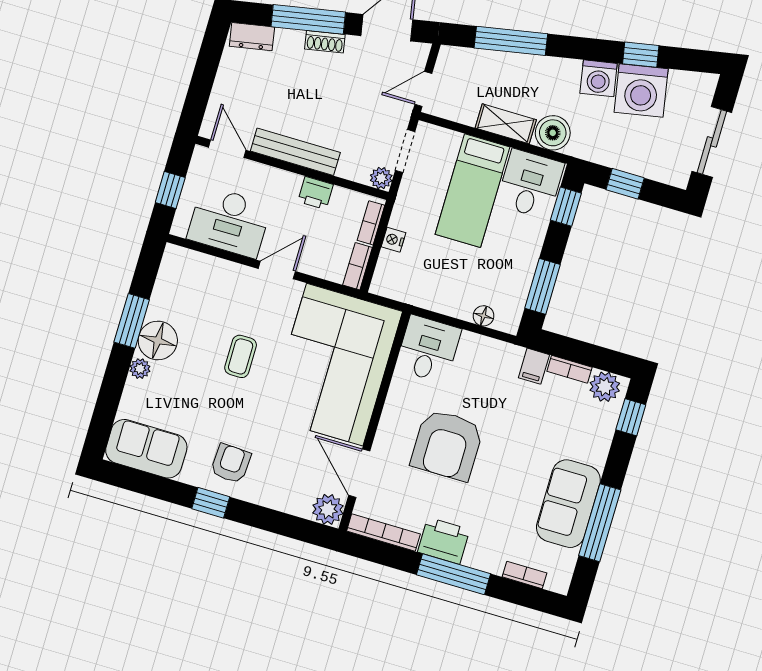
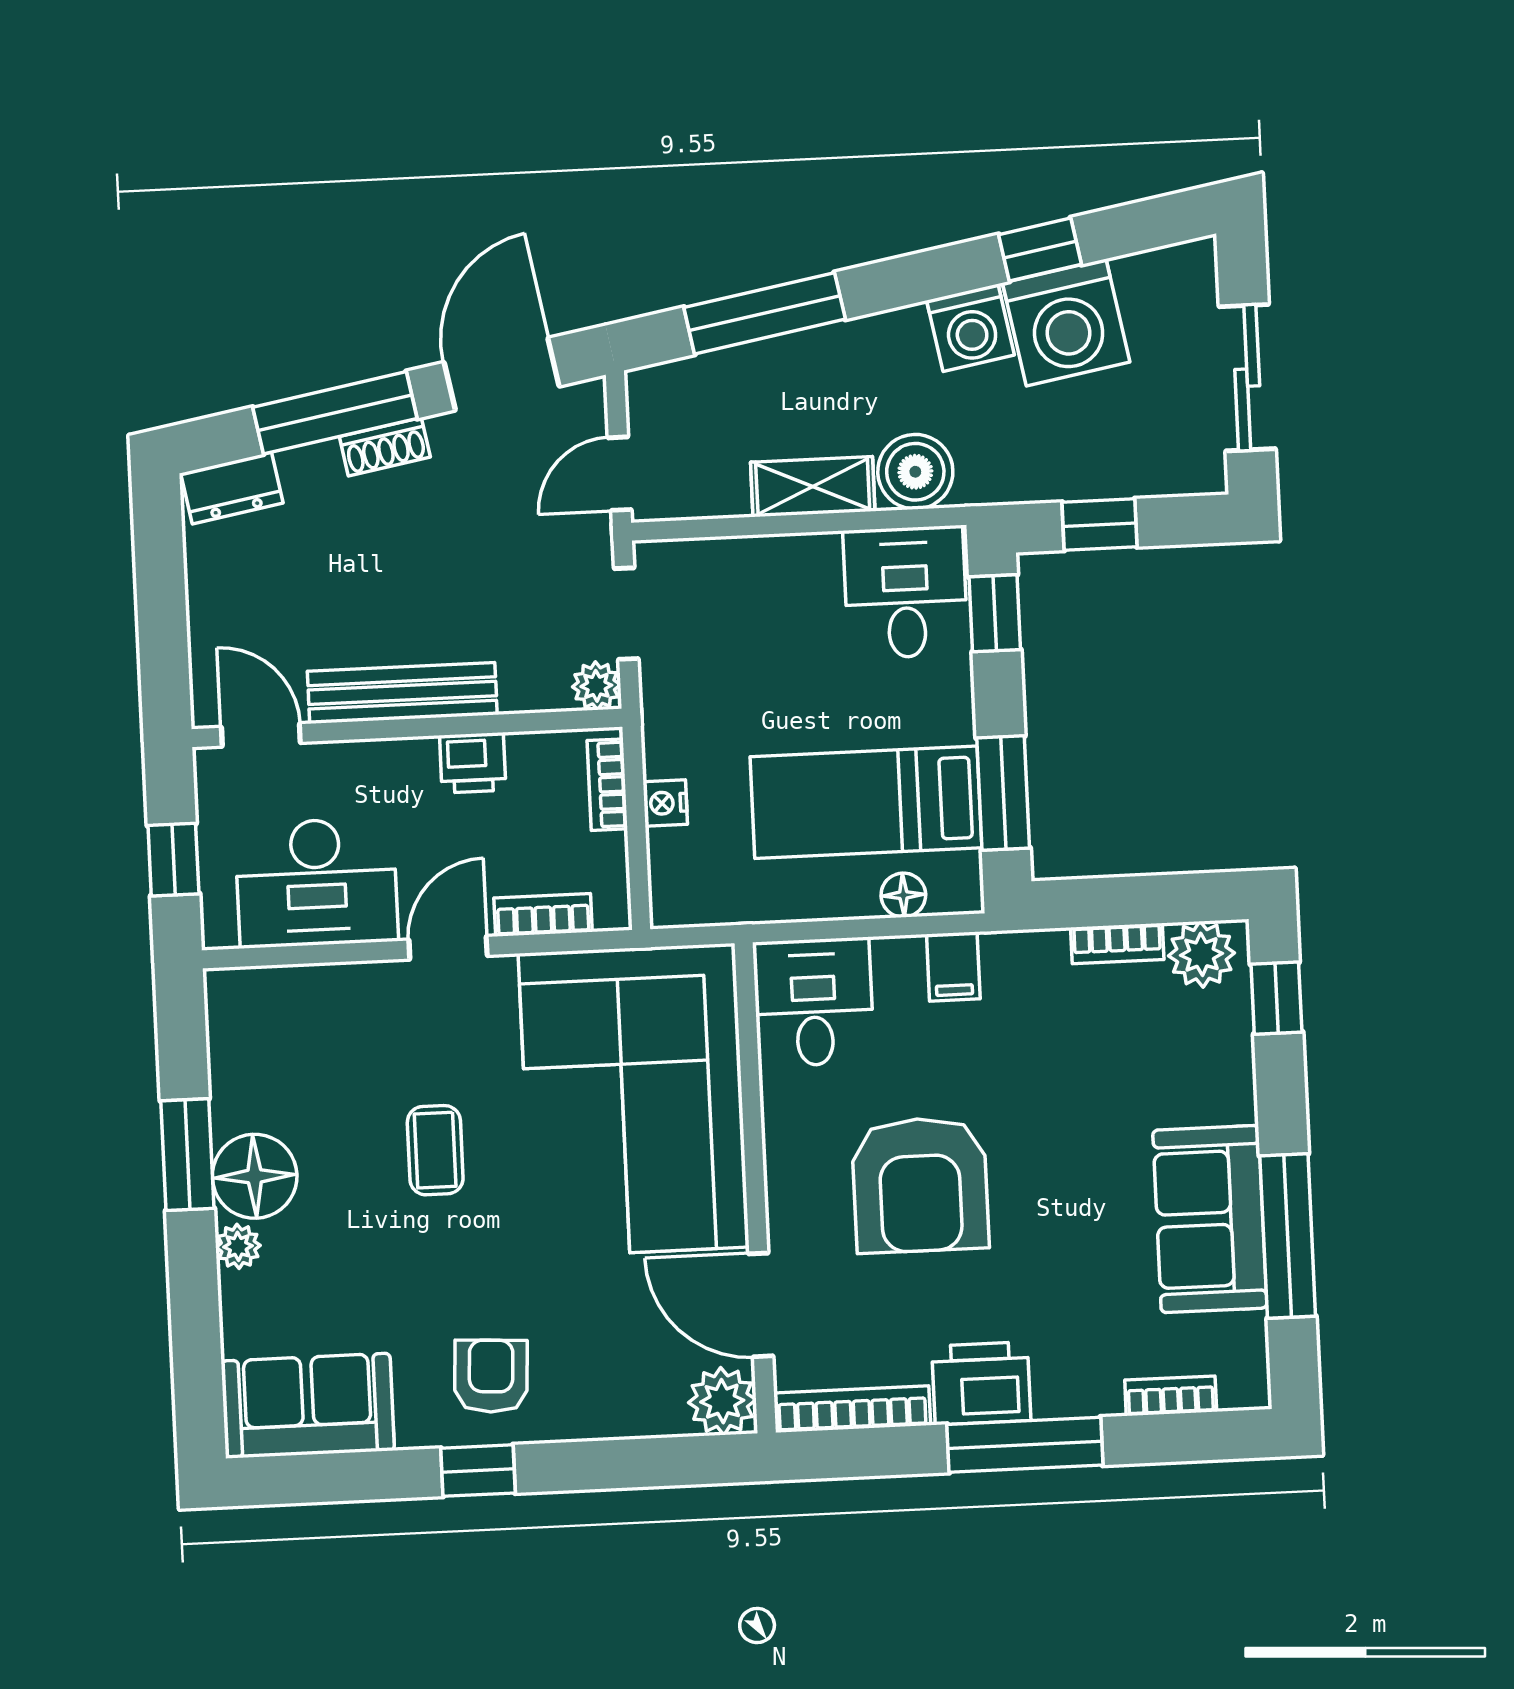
bed: (473, 191) -> (866, 802), moved, turned 90
bookcase: (358, 266) -> (543, 915), moved, turned 90
filing cabinet: (534, 366) -> (953, 967), moved

